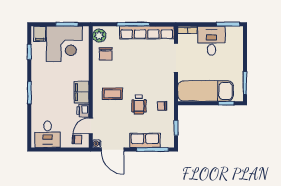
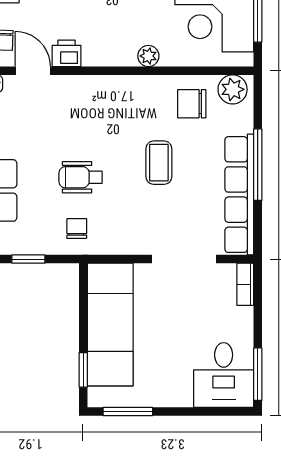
desk: (211, 41) -> (224, 375), moved, turned 90
plant: (84, 74) -> (148, 56), added
filing cabinet: (81, 92) -> (108, 50), removed
coffee table: (112, 94) -> (159, 163), moved

